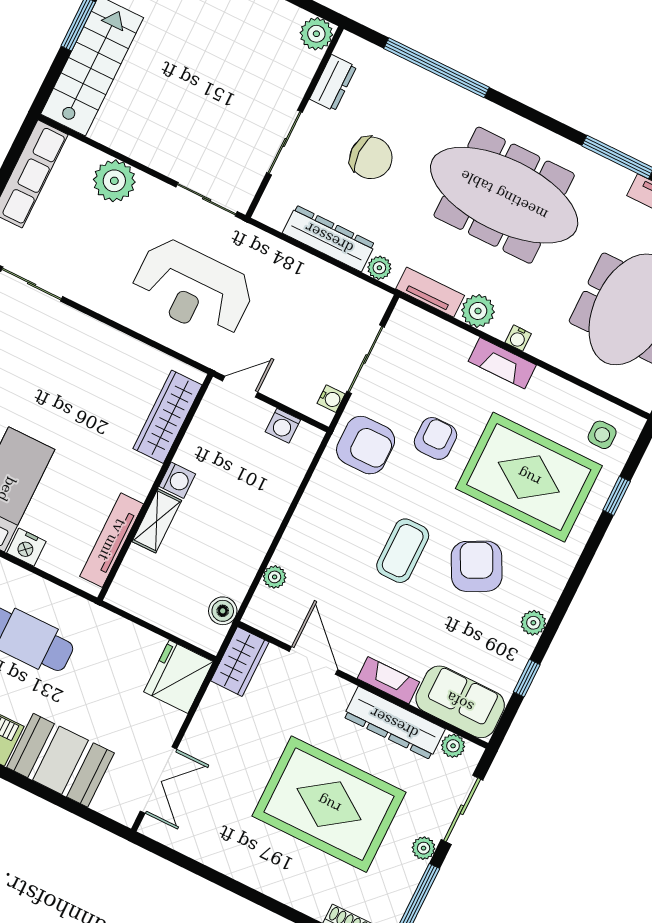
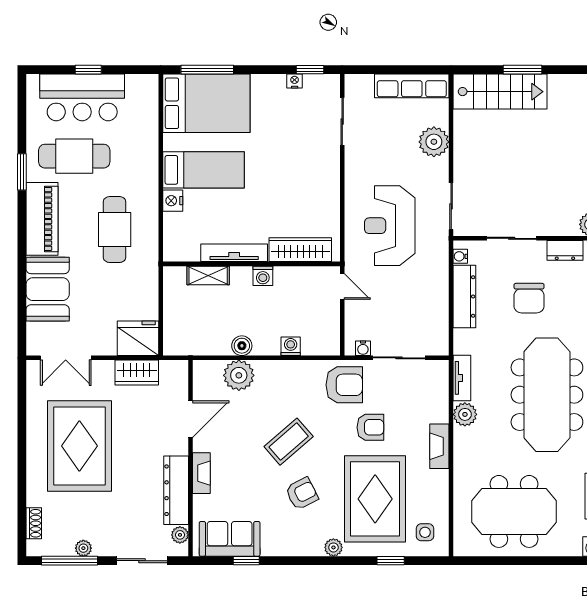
plant: (379, 268) -> (462, 338), removed
water cooler: (518, 338) -> (460, 256), moved
washing machine: (283, 426) -> (291, 346), moved, turned 90
armchair: (366, 445) -> (344, 385), turned -90
shelving: (157, 521) -> (208, 275), moved
tv unit: (112, 540) -> (234, 253), moved
coffee table: (403, 551) -> (289, 442), turned -41
armchair: (477, 566) -> (302, 494), width x0.72, depth x0.72
plant: (275, 577) -> (239, 375), width x1.88, depth x1.88
boiler: (223, 611) -> (242, 346), moved
plant: (533, 623) -> (333, 547), moved
wardrobe: (240, 661) -> (137, 372), moved
sofa: (460, 702) -> (230, 539), moved, turned -90
rug: (329, 804) -> (79, 446), moved
plant: (424, 848) -> (83, 548), moved

